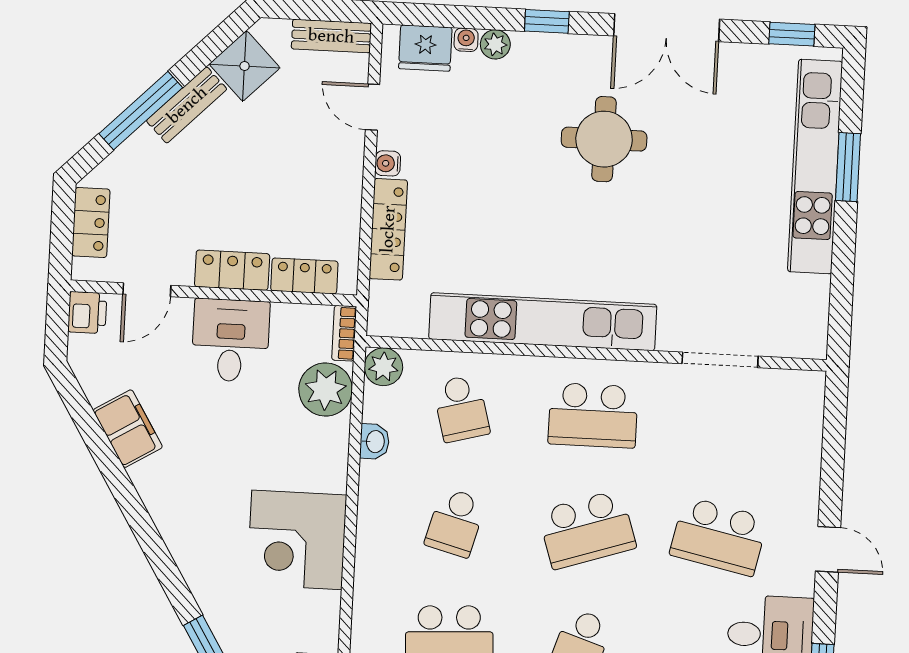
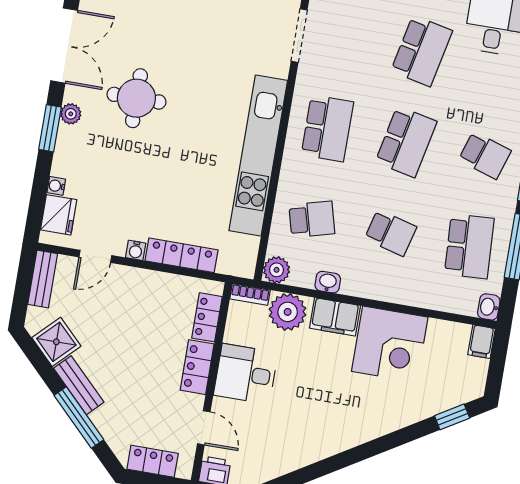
window: (547, 21) -> (50, 128), width x1.50
plant: (495, 44) -> (71, 114), moved
filing cabinet: (128, 429) -> (335, 317), moved, turned -149
school desk: (587, 529) -> (406, 142), turned 30

